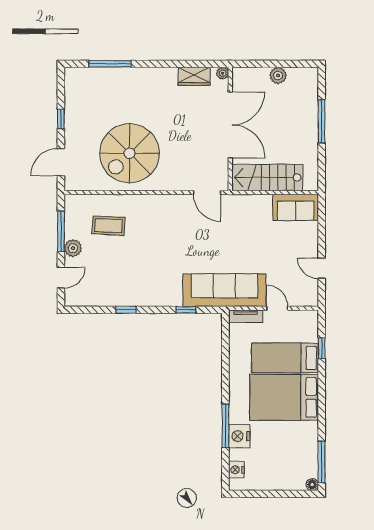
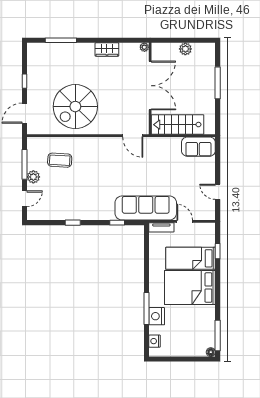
wardrobe: (194, 76) -> (107, 49), moved

